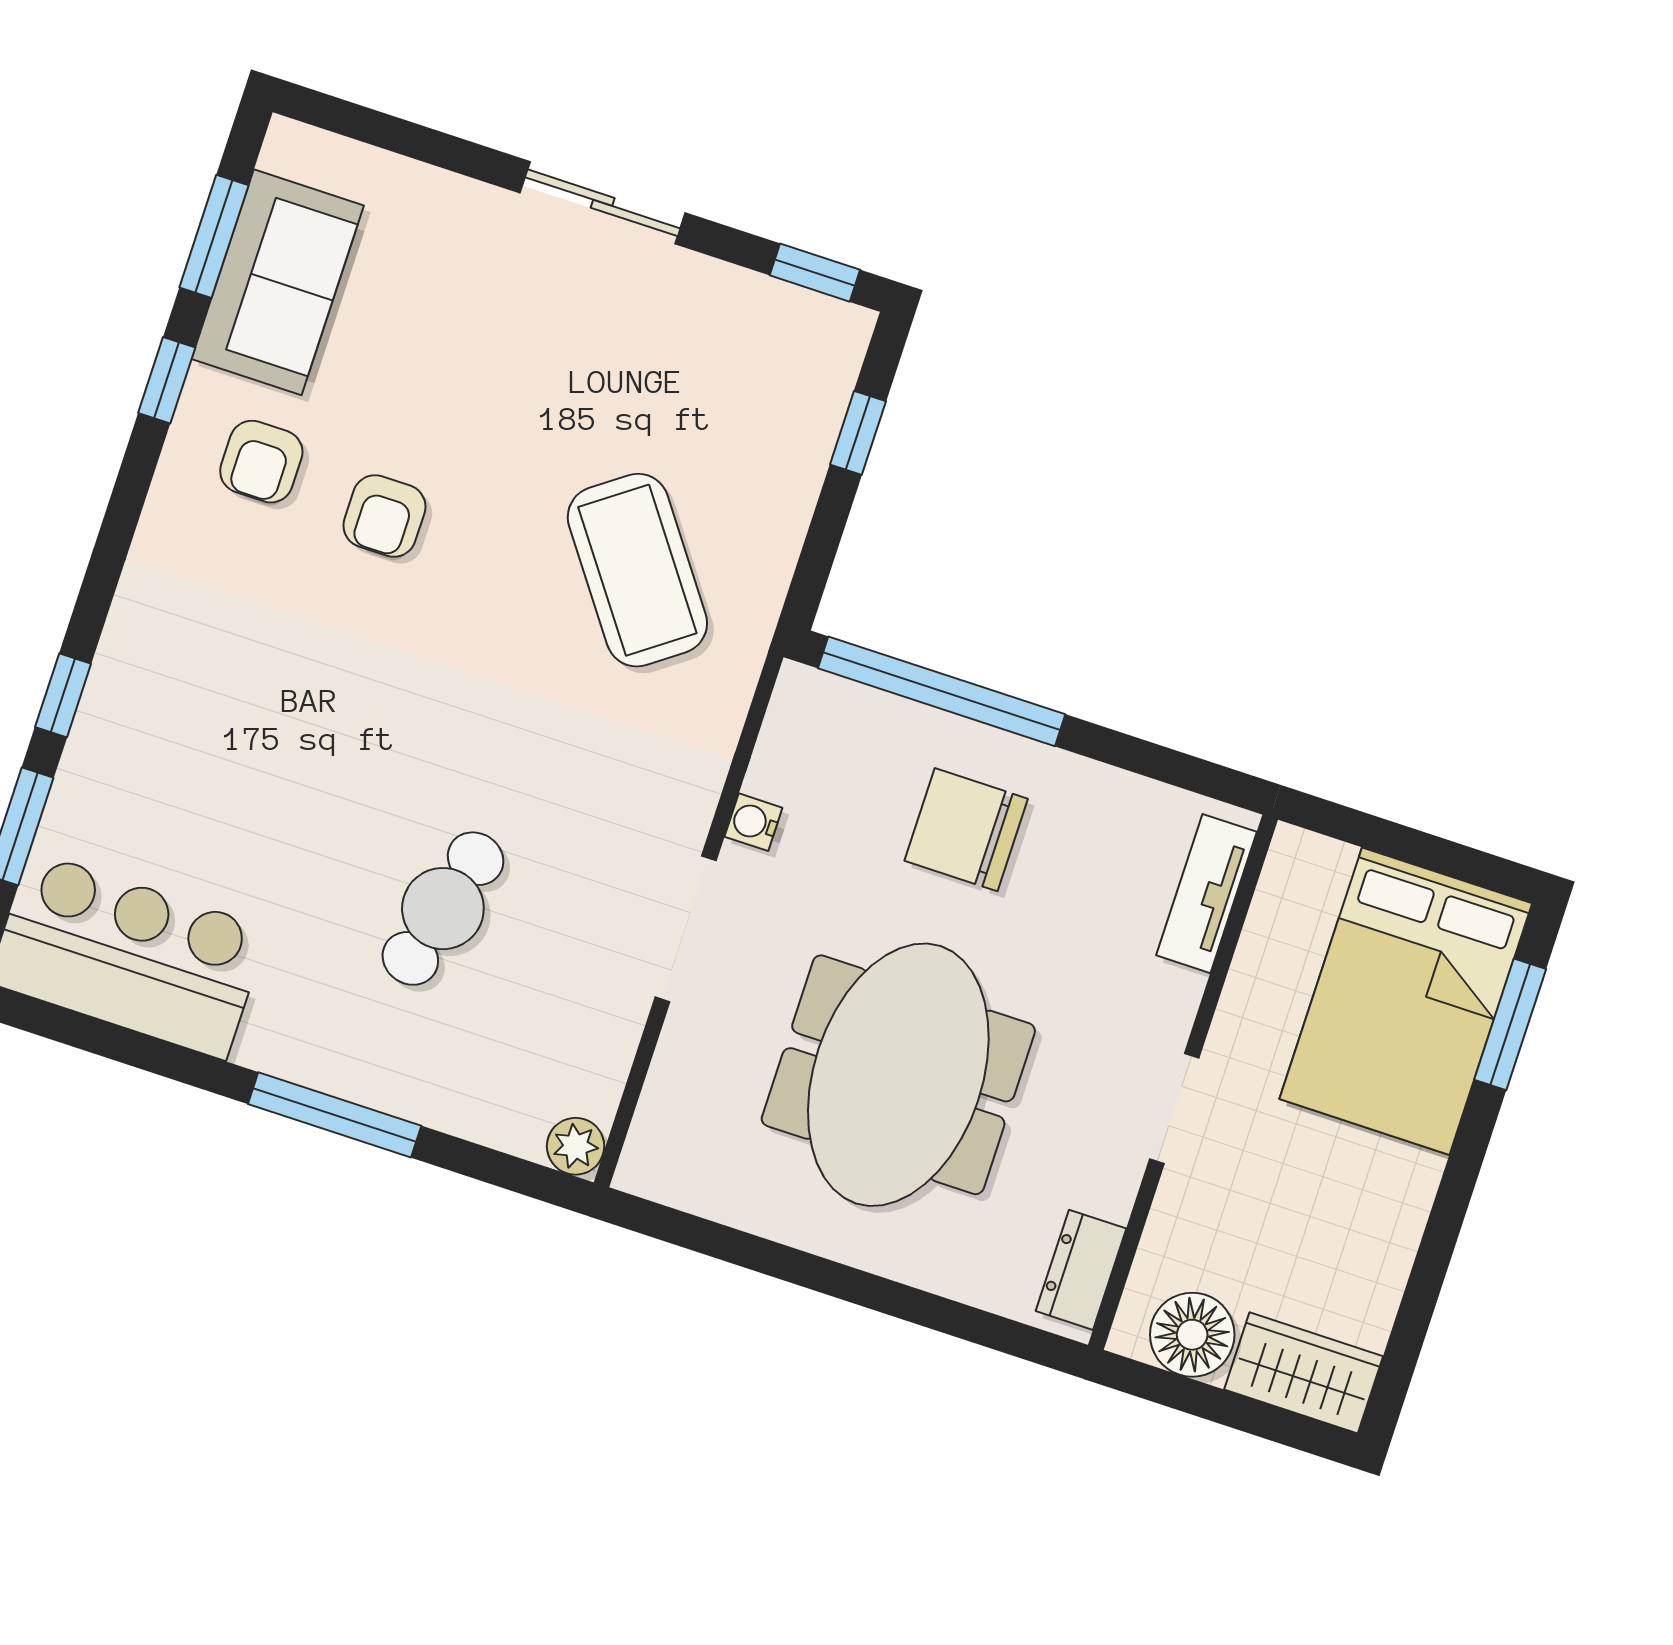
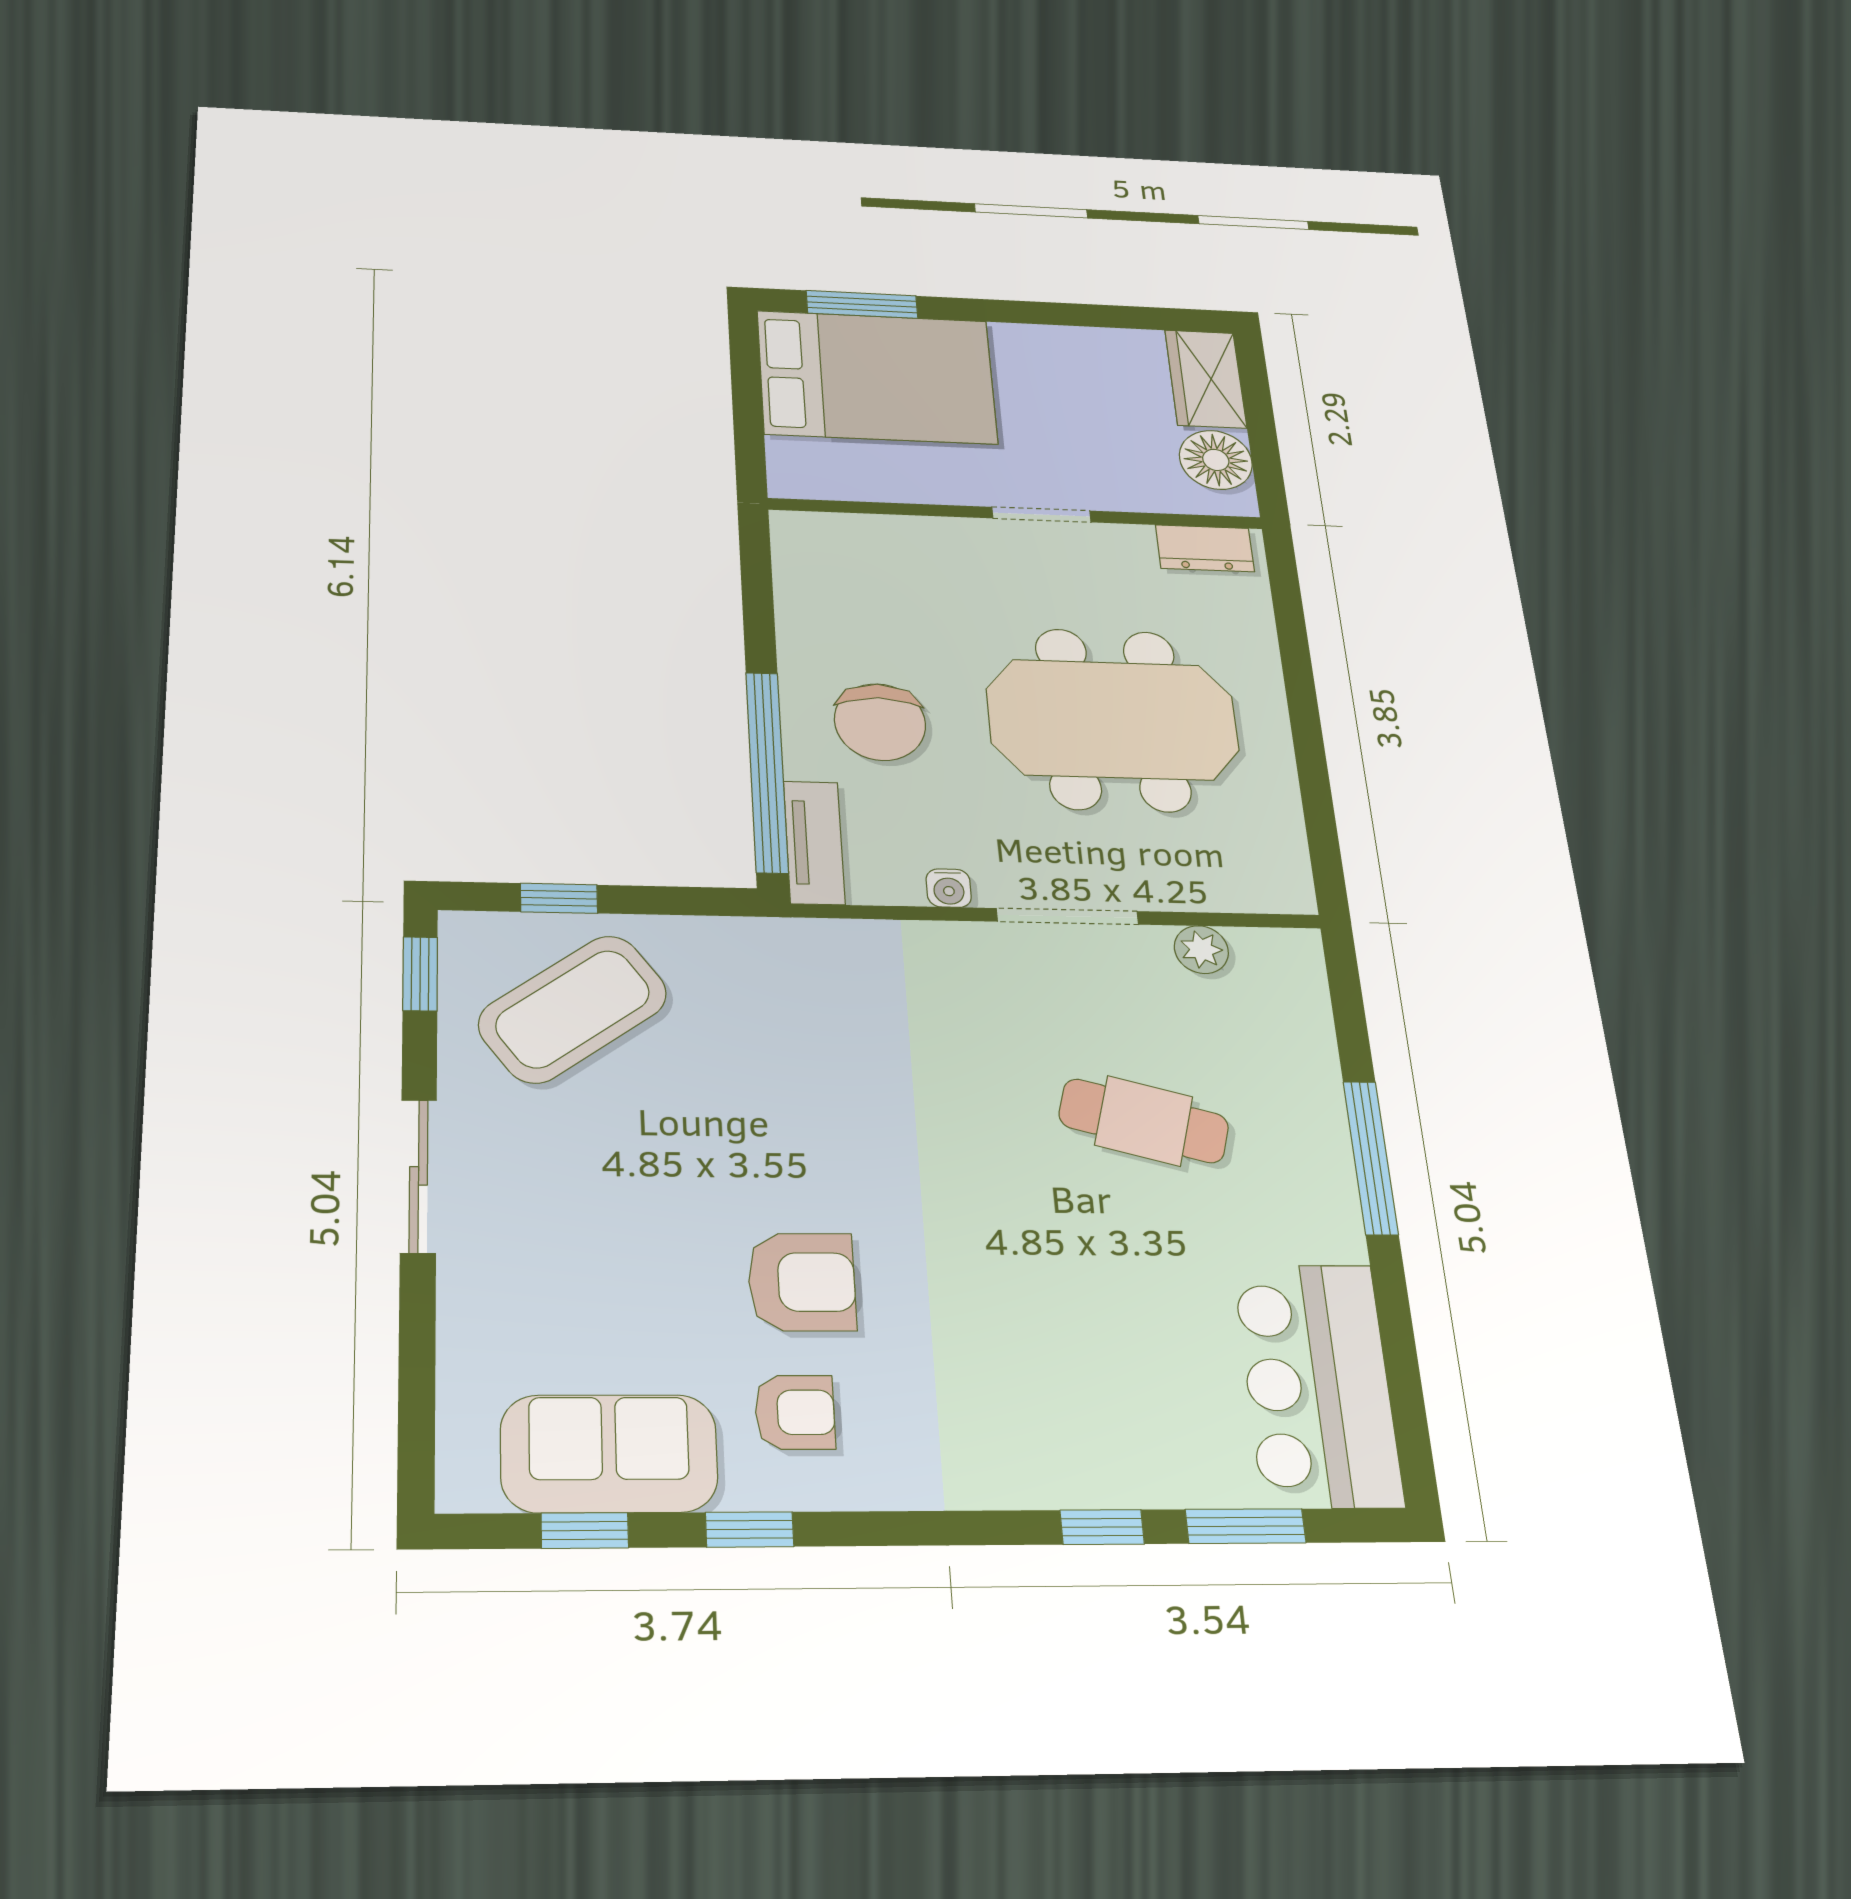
window: (214, 236) -> (585, 1531), width x0.67
armchair: (384, 516) -> (802, 1282), width x1.38, depth x1.38
coffee table: (637, 570) -> (573, 1009), moved
tv unit: (1206, 894) -> (814, 843), moved, turned -90
plant: (576, 1146) -> (1201, 950), moved

